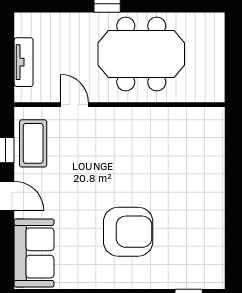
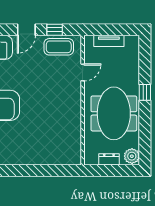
plant: (211, 25) -> (132, 156), added
dresser: (216, 62) -> (109, 159), added

